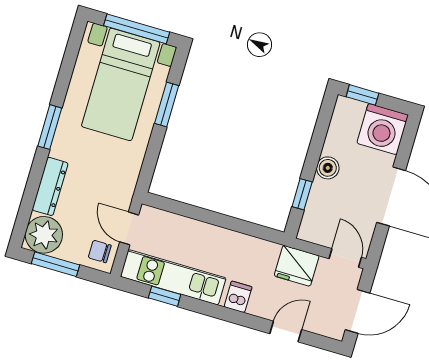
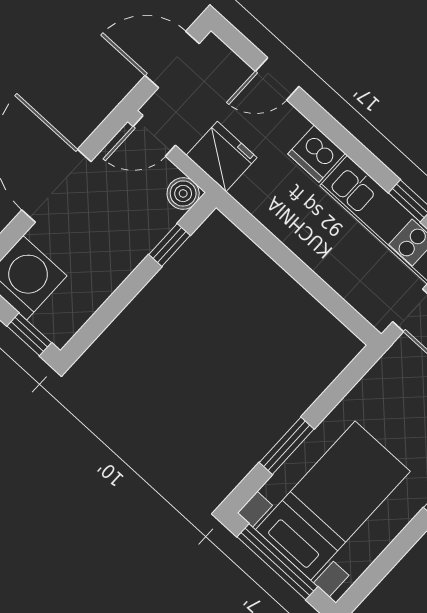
boiler: (328, 168) -> (183, 193), moved
door: (345, 258) -> (154, 136), hinge flipped
dishwasher: (238, 297) -> (317, 154), width x1.38

